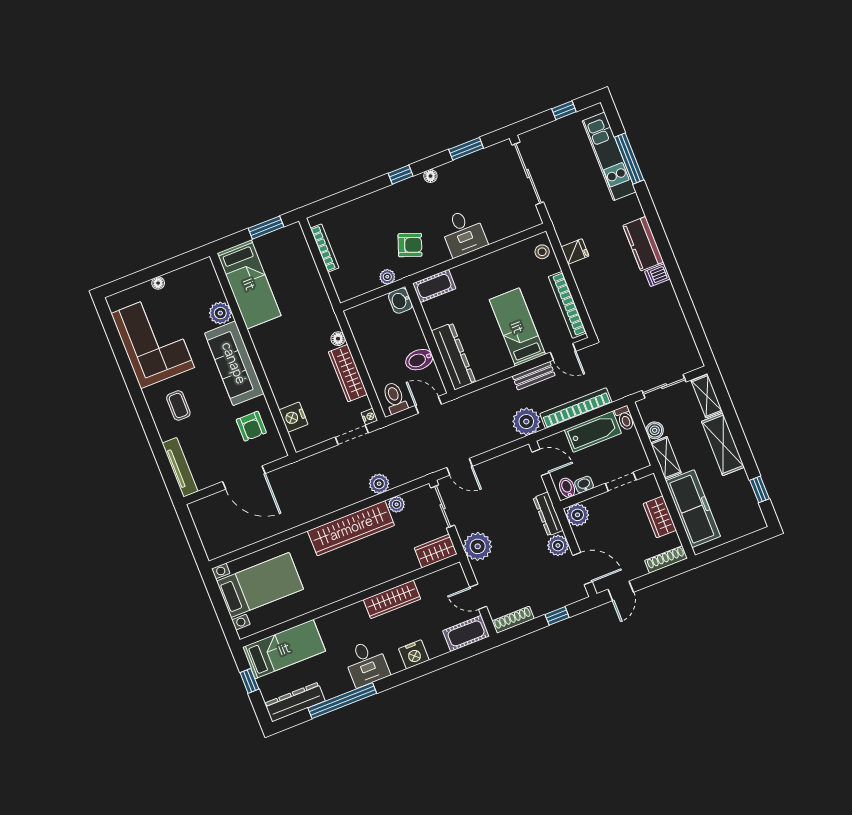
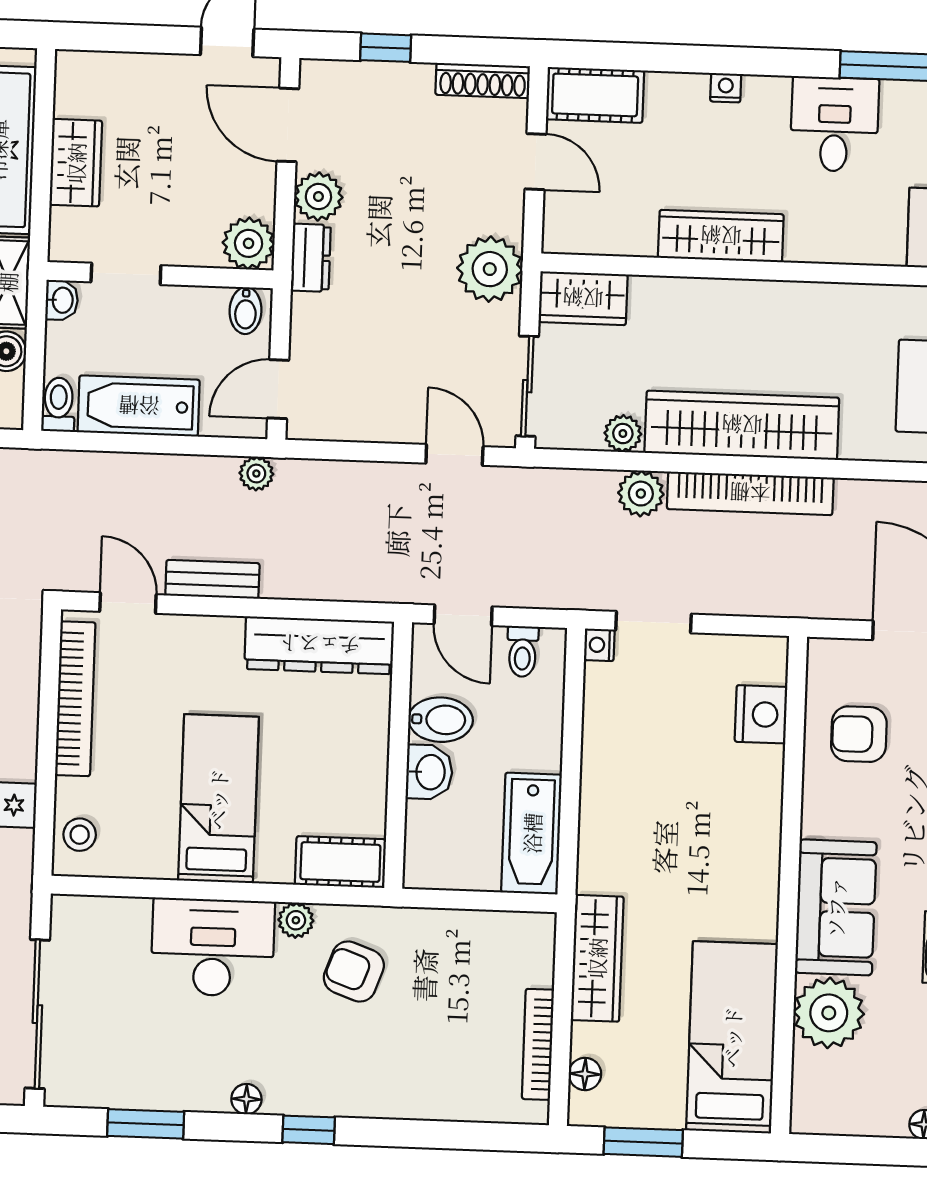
desk: (463, 233) -> (213, 947), width x1.37
plant: (387, 277) -> (296, 920), moved
washbasin: (400, 301) -> (429, 772), moved
plant: (220, 313) -> (829, 1013), width x1.36, depth x1.36
bed: (517, 327) -> (218, 799), moved, turned 180
bathtub: (364, 330) -> (532, 833), added
floor lamp: (338, 339) -> (585, 1074), moved
dresser: (453, 356) -> (319, 645), moved, turned -90
sofa: (234, 363) -> (836, 907), width x0.73
wardrobe: (348, 373) -> (597, 958), moved
toilet: (395, 398) -> (523, 651), width x0.73, depth x0.72
bookcase: (576, 408) -> (750, 493), moved
plant: (526, 422) -> (256, 474), width x0.53, depth x0.53
armchair: (251, 426) -> (859, 734), turned -90
door: (541, 462) -> (278, 389), hinge flipped
washbasin: (584, 485) -> (62, 300), moved, turned -90
dresser: (548, 514) -> (311, 258), width x0.70
shoe rack: (666, 559) -> (102, 67), removed
nightstand: (414, 654) -> (726, 88), width x0.53, depth x0.56

